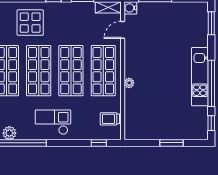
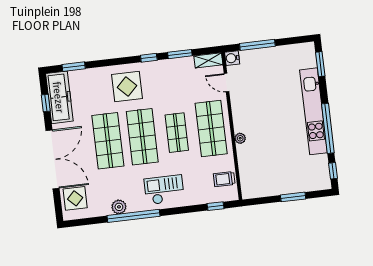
door: (123, 30) -> (227, 82), hinge flipped
shop shelf: (71, 71) -> (177, 133), width x0.70, depth x0.74
kitchen unit: (200, 77) -> (314, 111), width x1.36

